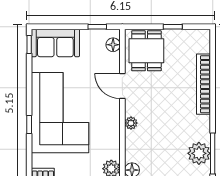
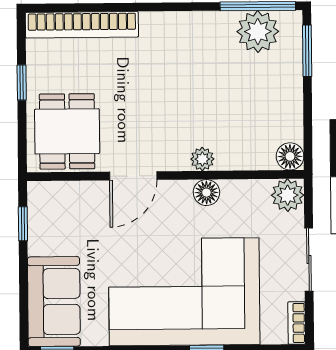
floor lamp: (113, 45) -> (206, 193), moved
dining table: (146, 51) -> (67, 131), turned 90
bookcase: (203, 84) -> (82, 25), moved

